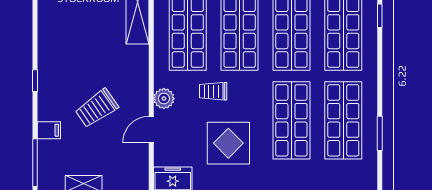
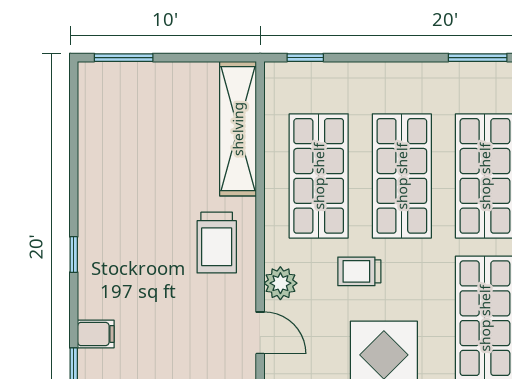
trolley: (97, 108) -> (217, 243), moved, turned -55
door: (151, 130) -> (260, 333), swing flipped

